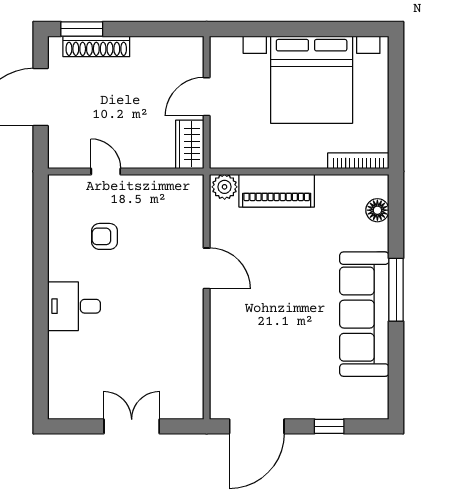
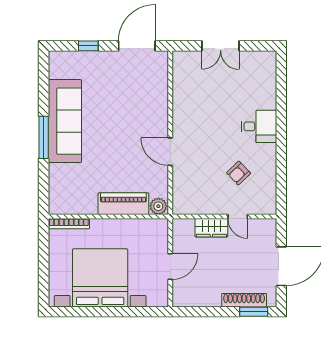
wardrobe: (190, 144) -> (211, 228), moved, turned 90
floor lamp: (377, 210) -> (56, 191), removed
armchair: (105, 236) -> (239, 173), turned 136

